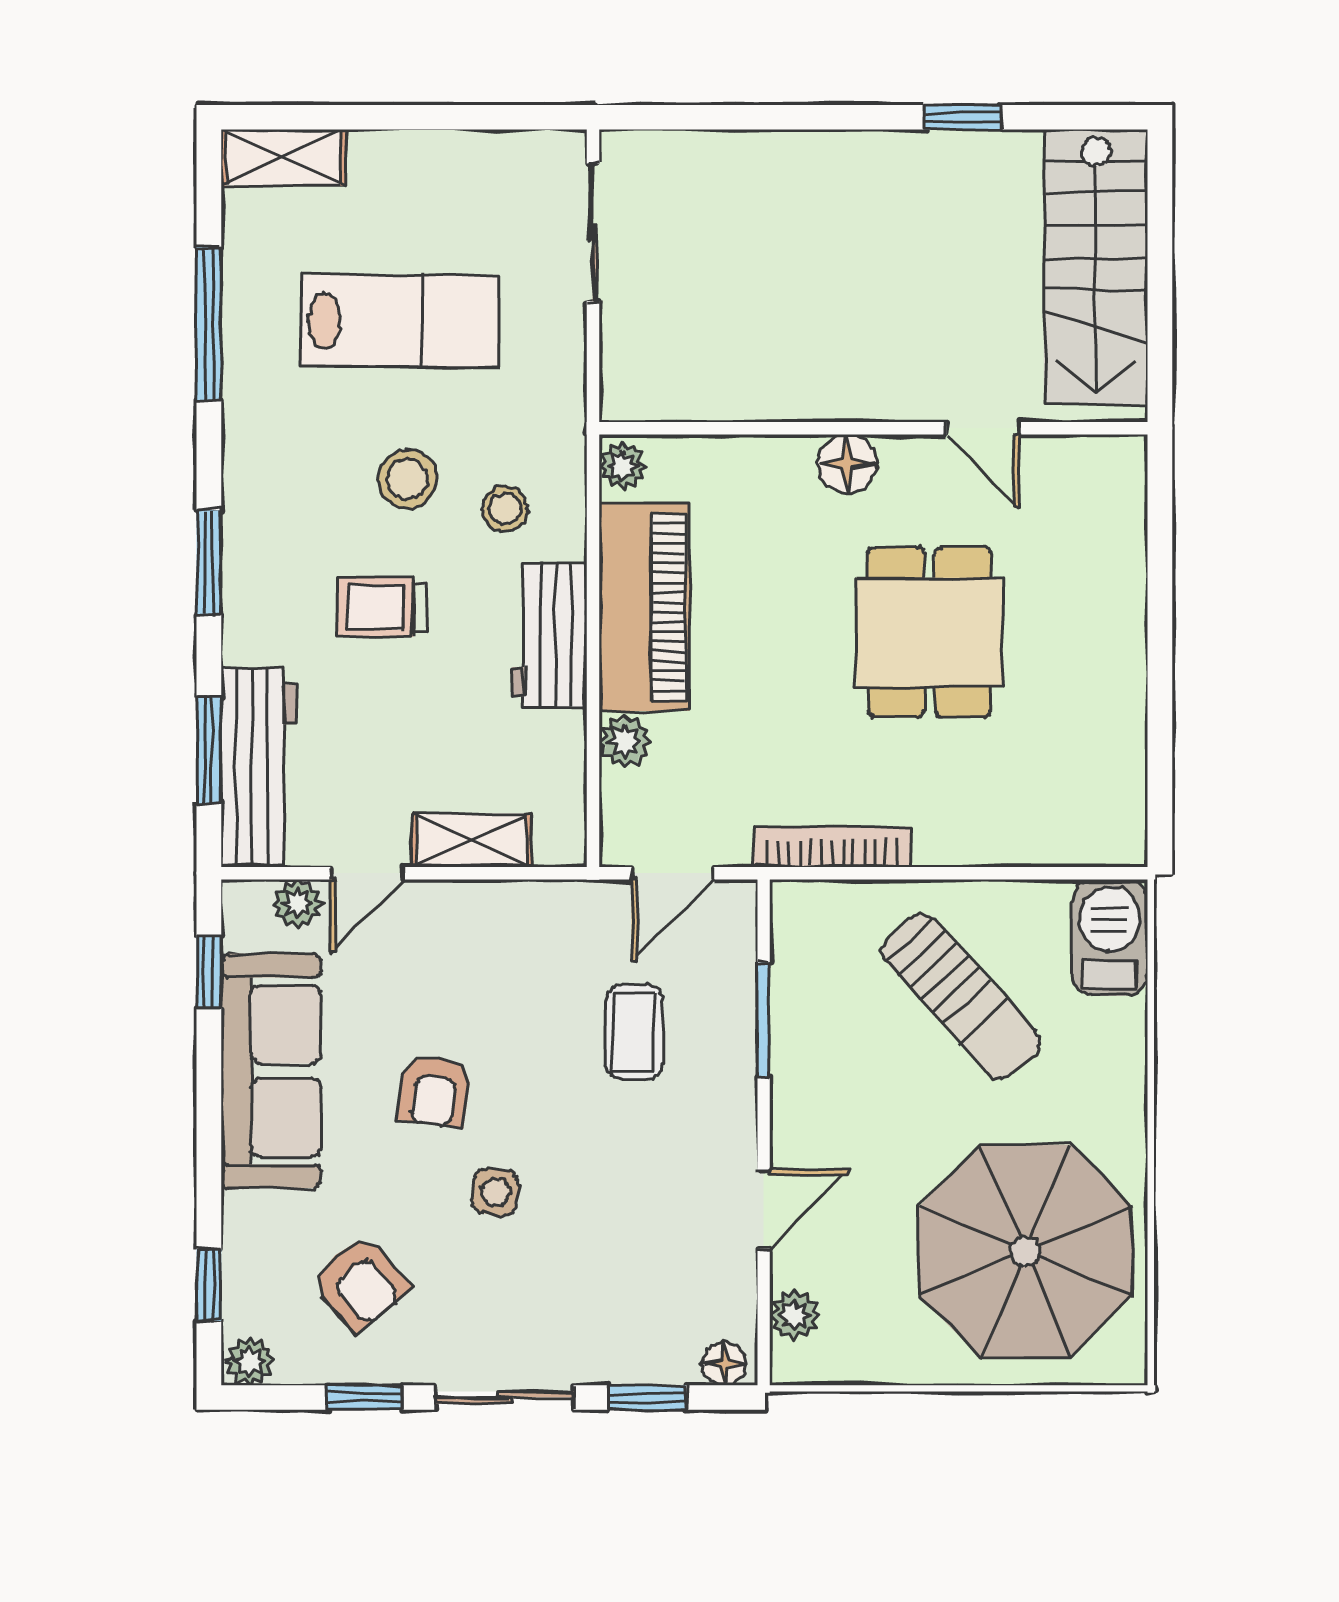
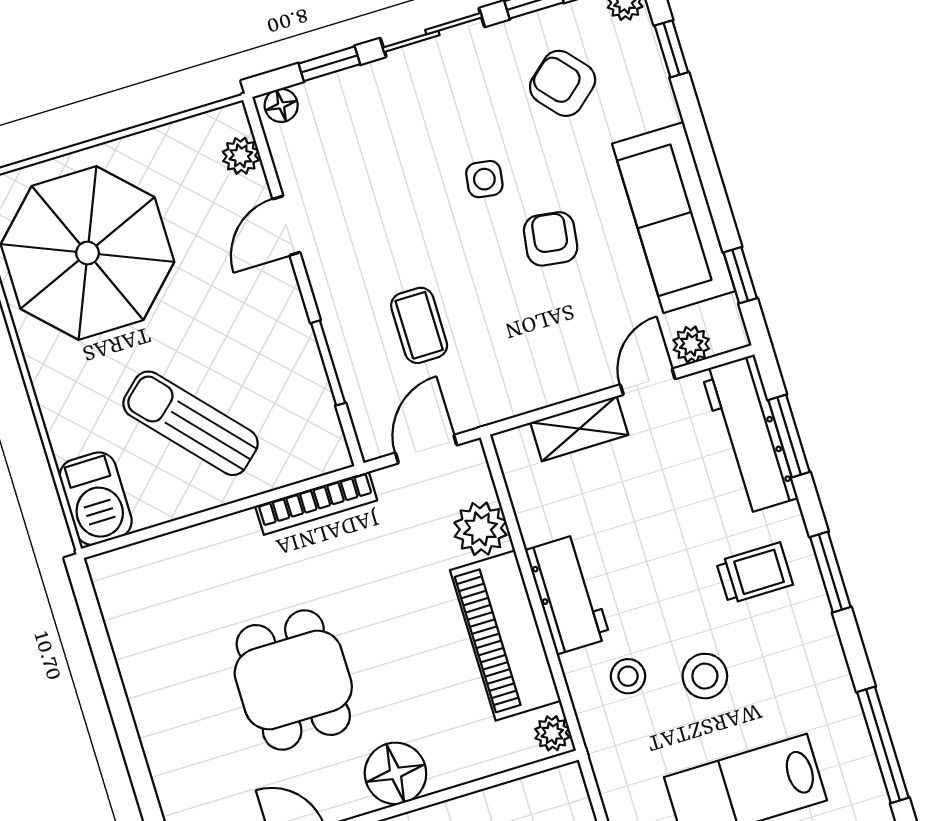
floor lamp: (847, 464) -> (395, 773), width x1.38, depth x1.38
trolley: (381, 607) -> (755, 573), moved
plant: (625, 742) -> (480, 529), width x1.38, depth x1.38

